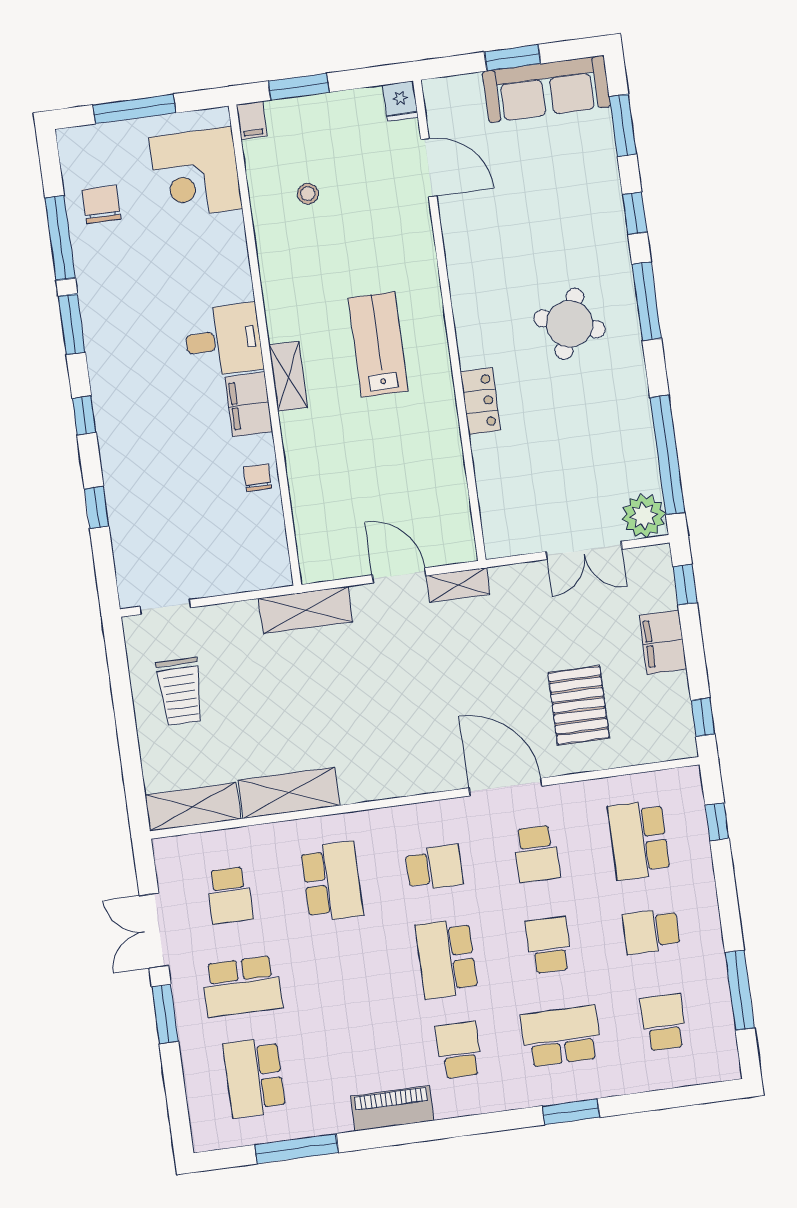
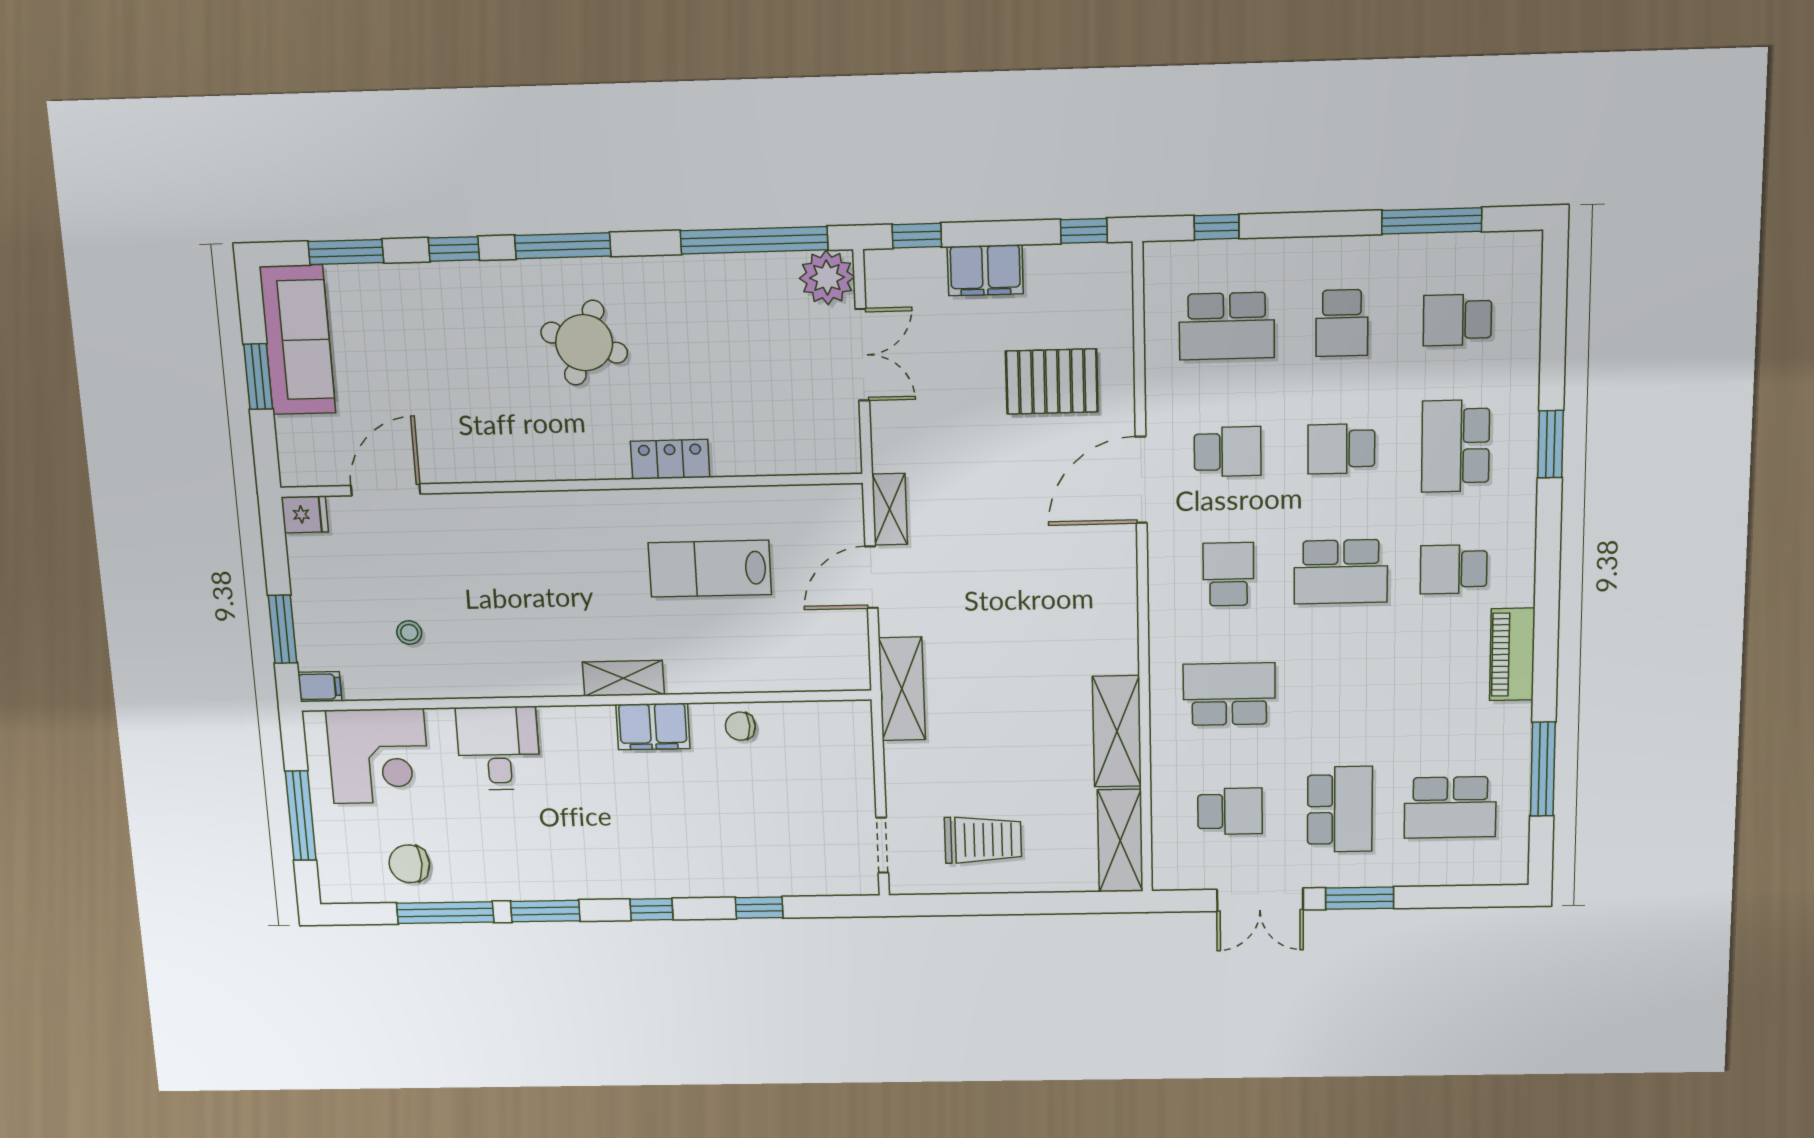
desk: (223, 340) -> (498, 748), moved
lab bench: (378, 345) -> (710, 569), moved

